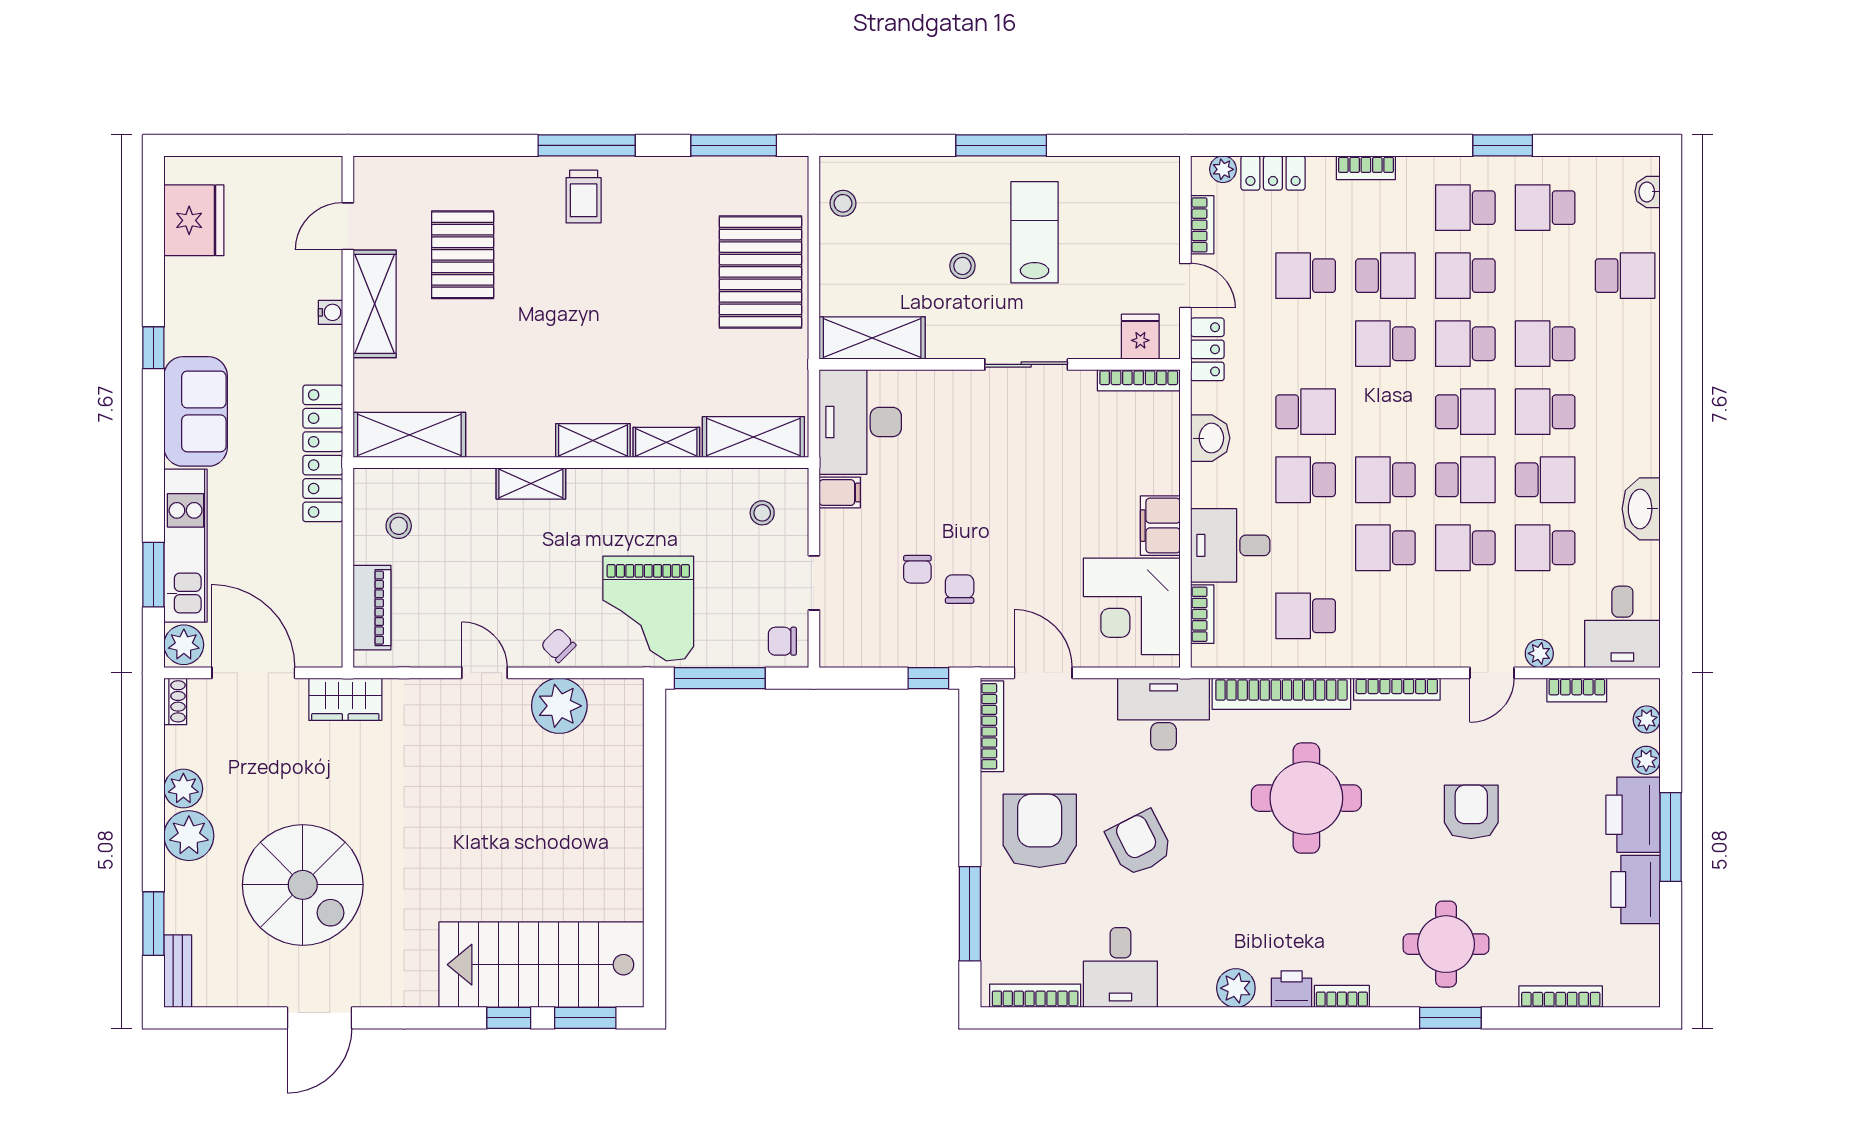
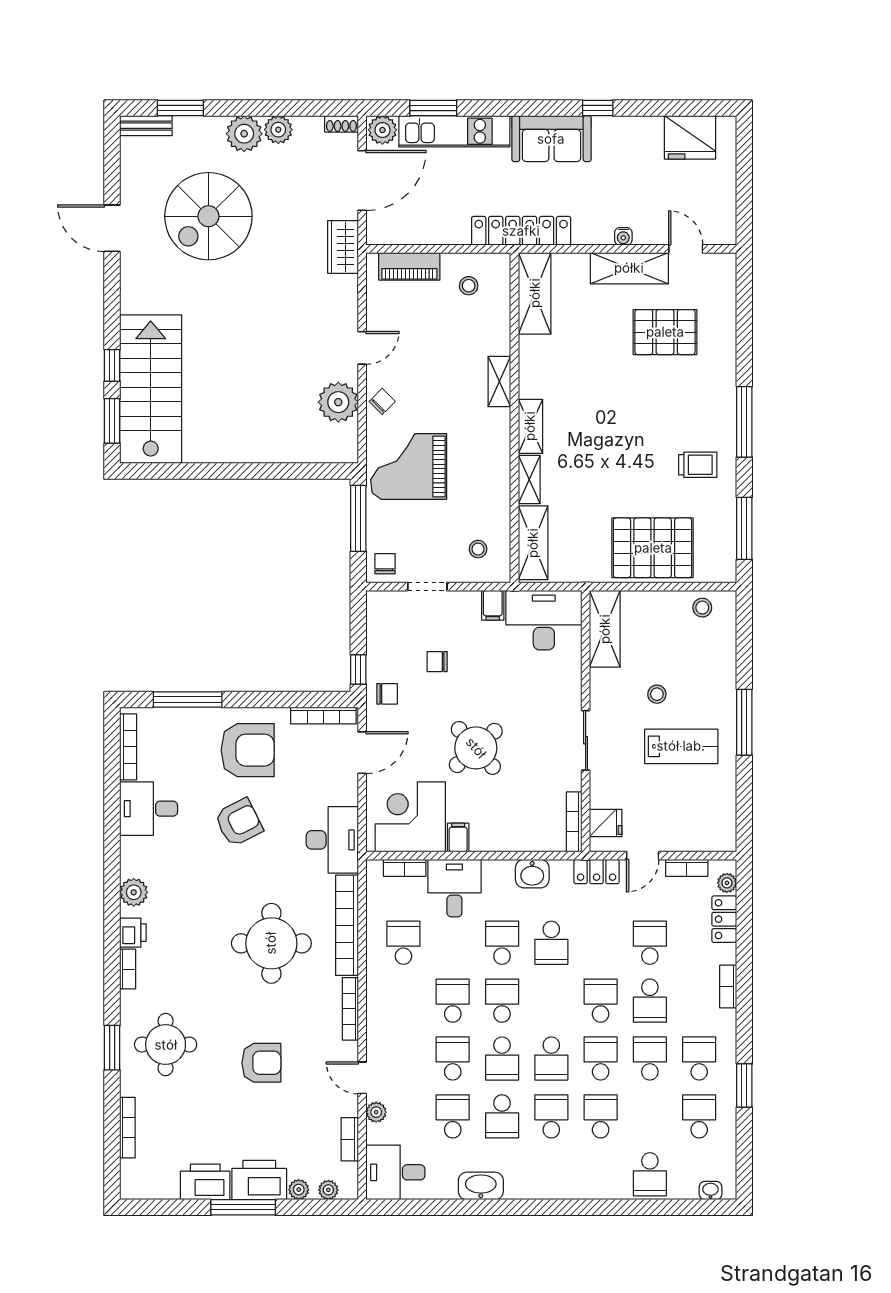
trolley: (584, 197) -> (698, 465), moved, turned 180
round table: (1037, 516) -> (476, 748), added
filing cabinet: (1160, 526) -> (458, 837), width x0.50
chair: (960, 589) -> (387, 694), moved

